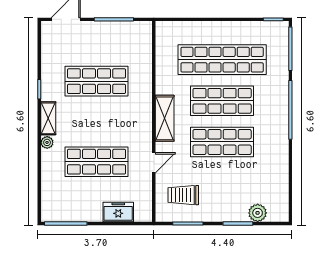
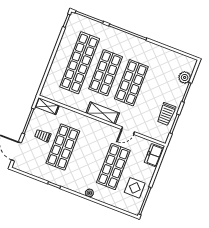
trolley: (102, 47) -> (43, 136), added
shelving: (48, 118) -> (47, 106), moved
door: (154, 163) -> (128, 131), swing flipped
trolley: (183, 195) -> (166, 114), moved
display table: (78, 202) -> (135, 188), added
freezer: (118, 212) -> (154, 155), moved

